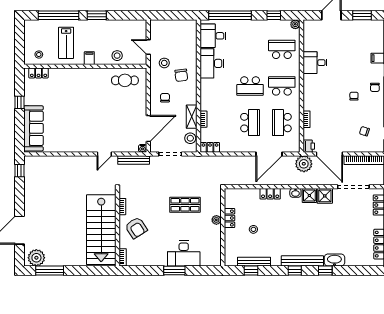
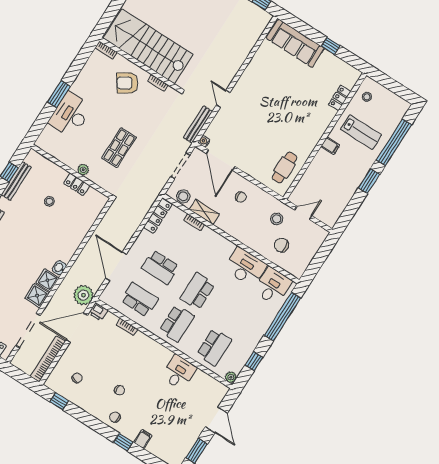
lab bench: (66, 43) -> (361, 132), turned 180
stool: (117, 56) -> (315, 176), removed
locker: (39, 73) -> (340, 98), moved
chair: (181, 75) -> (281, 245), moved
locker: (210, 147) -> (158, 216), width x1.53
locker: (270, 194) -> (75, 241), removed

